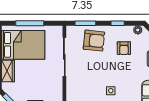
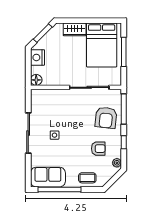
window: (85, 23) -> (124, 109), width x1.44
armchair: (124, 48) -> (98, 149), turned 180

